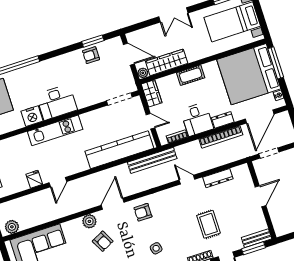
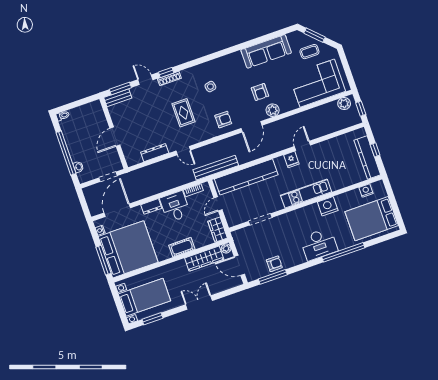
window: (93, 41) -> (273, 277), width x1.44
doorway: (119, 99) -> (260, 219), moved
desk: (57, 102) -> (319, 244), moved, turned 180
door: (151, 121) -> (218, 204), hinge flipped
bookcase: (221, 137) -> (153, 191), removed
fridge: (34, 179) -> (291, 159), moved
rug: (209, 224) -> (183, 113), moved
armchair: (103, 241) -> (260, 92), turned -153

